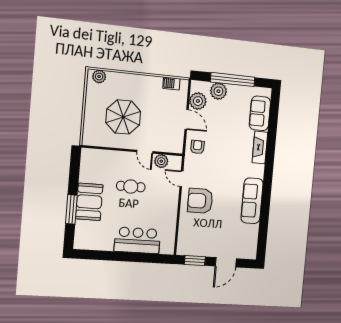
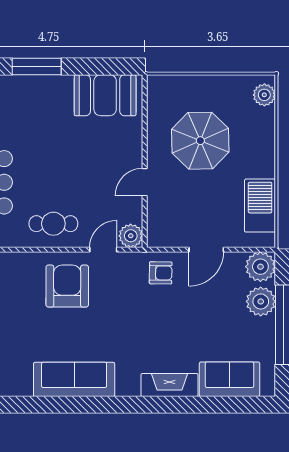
barbecue: (171, 84) -> (260, 206), width x1.88, depth x1.53
plant: (198, 101) -> (260, 267), moved
plant: (161, 161) -> (131, 236), moved
cafe table: (131, 187) -> (53, 224), moved, turned 90
booth: (89, 202) -> (105, 95), moved

